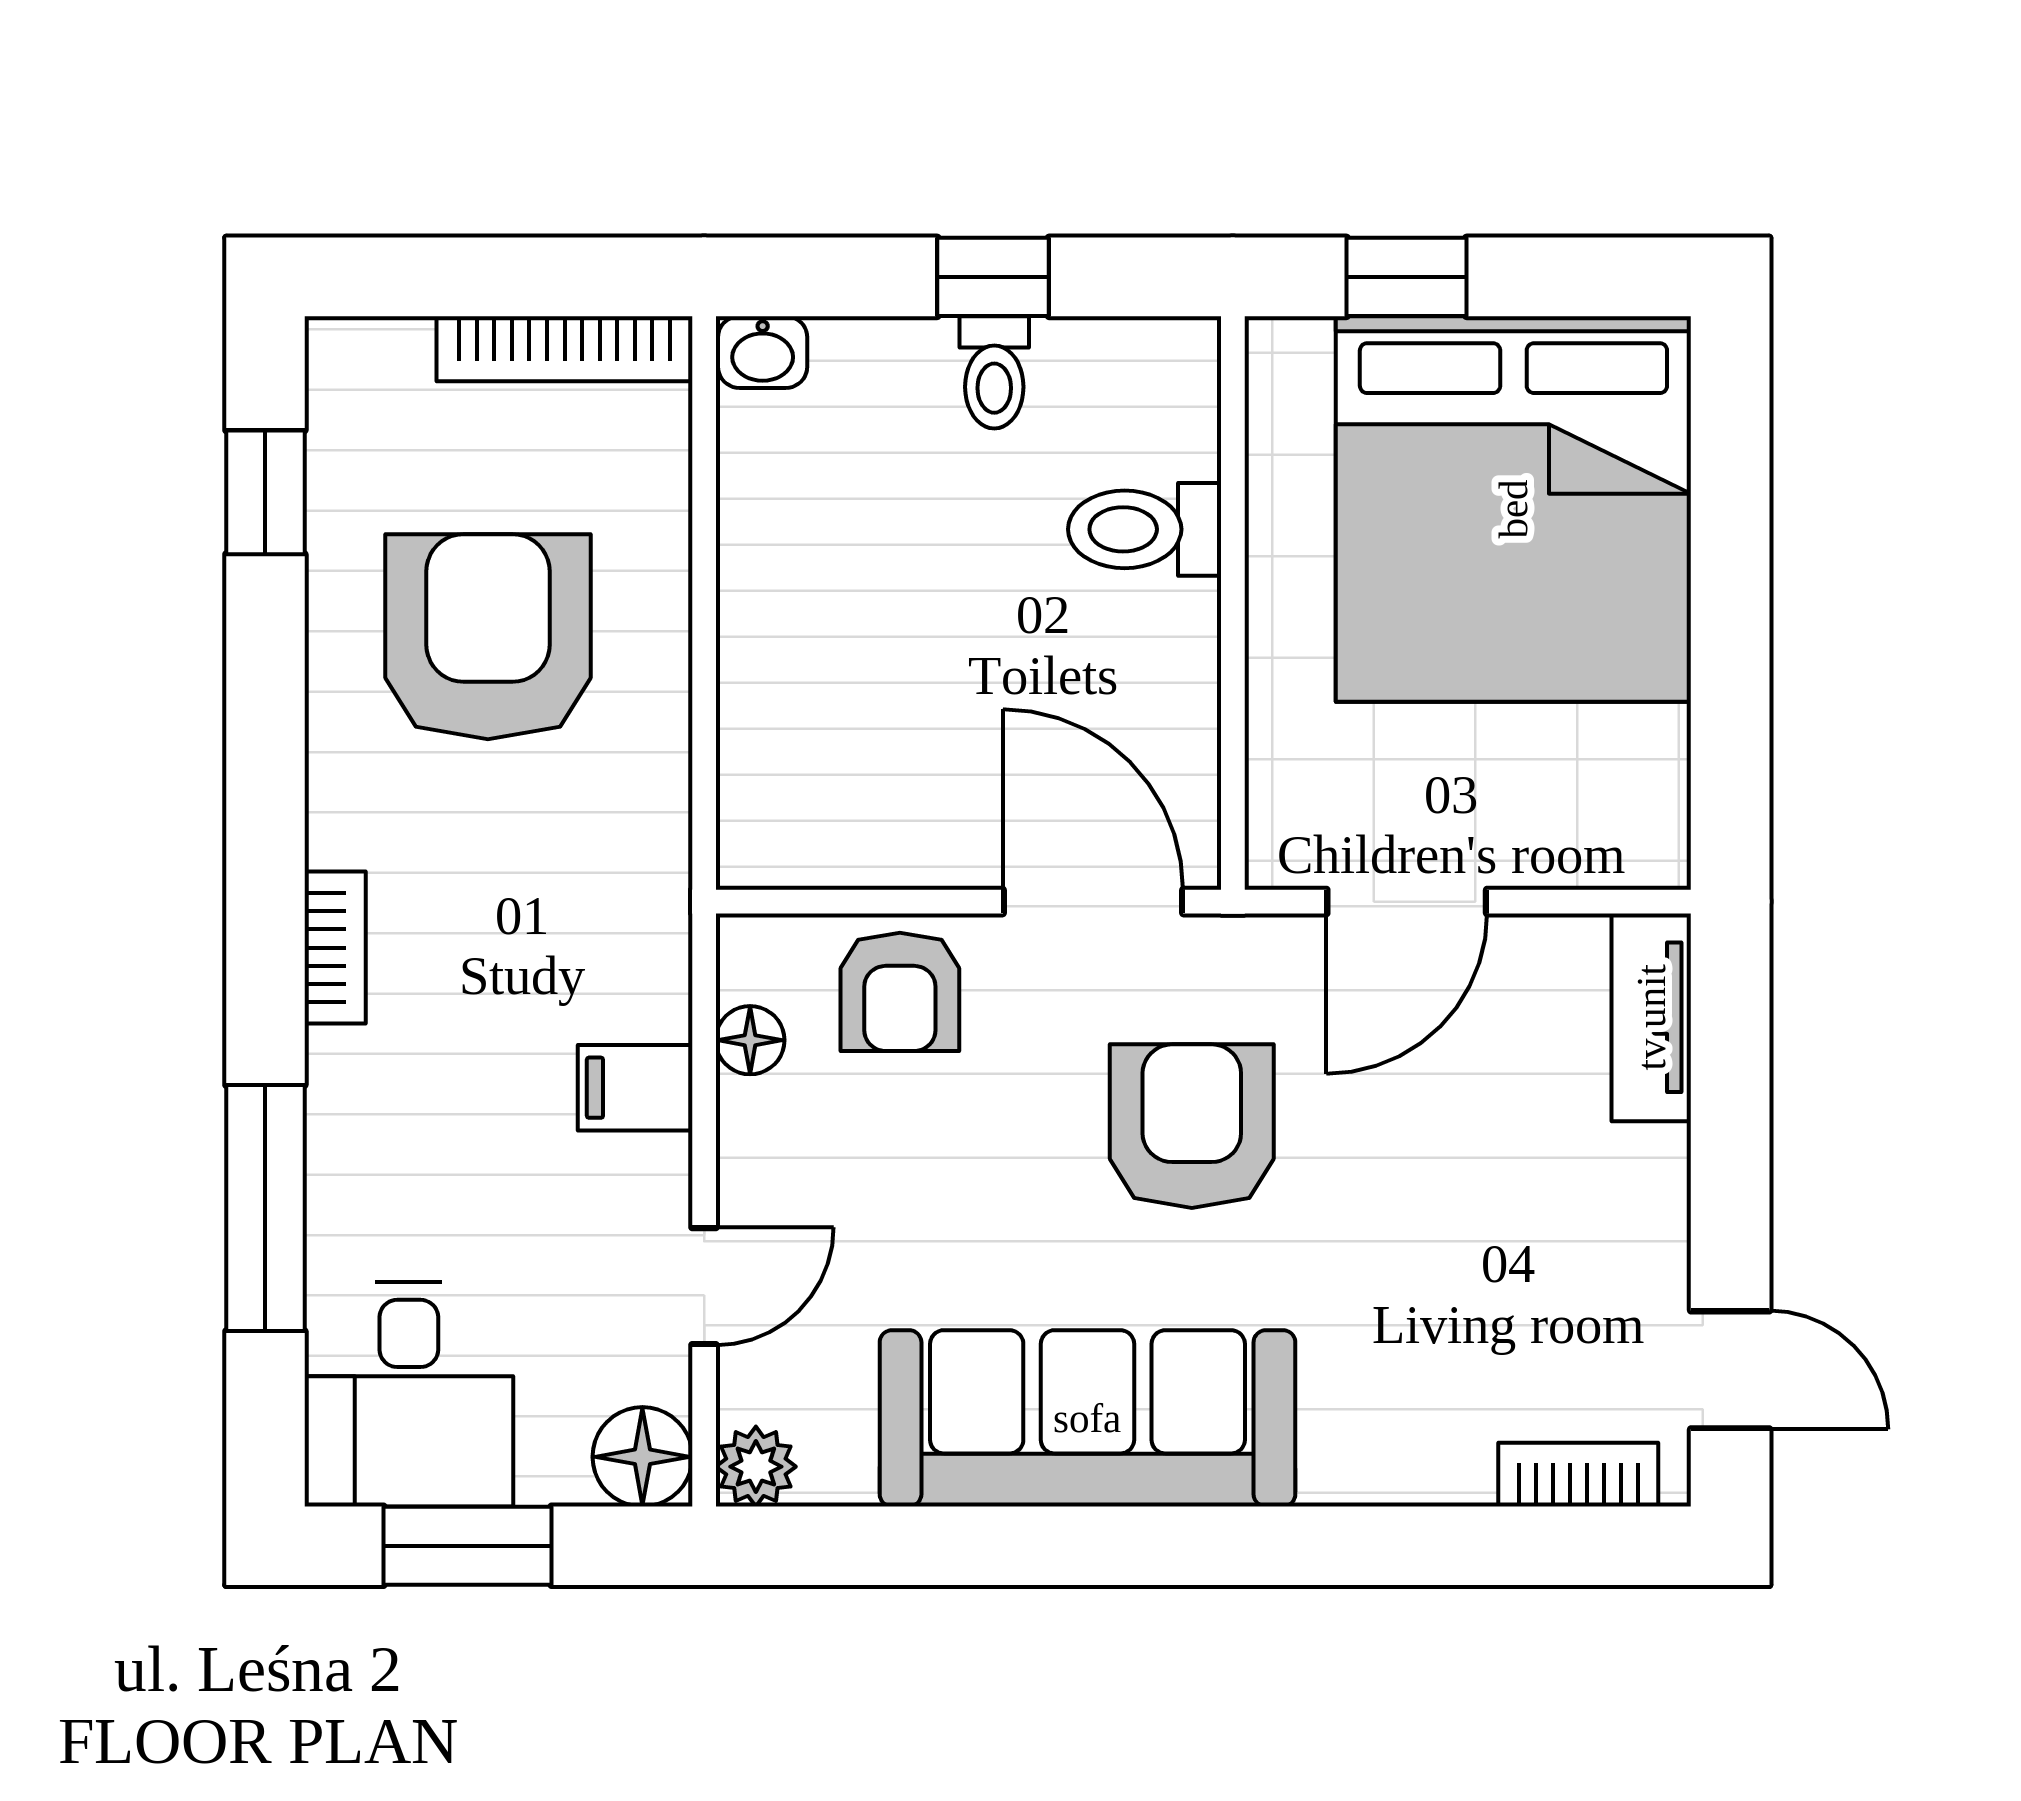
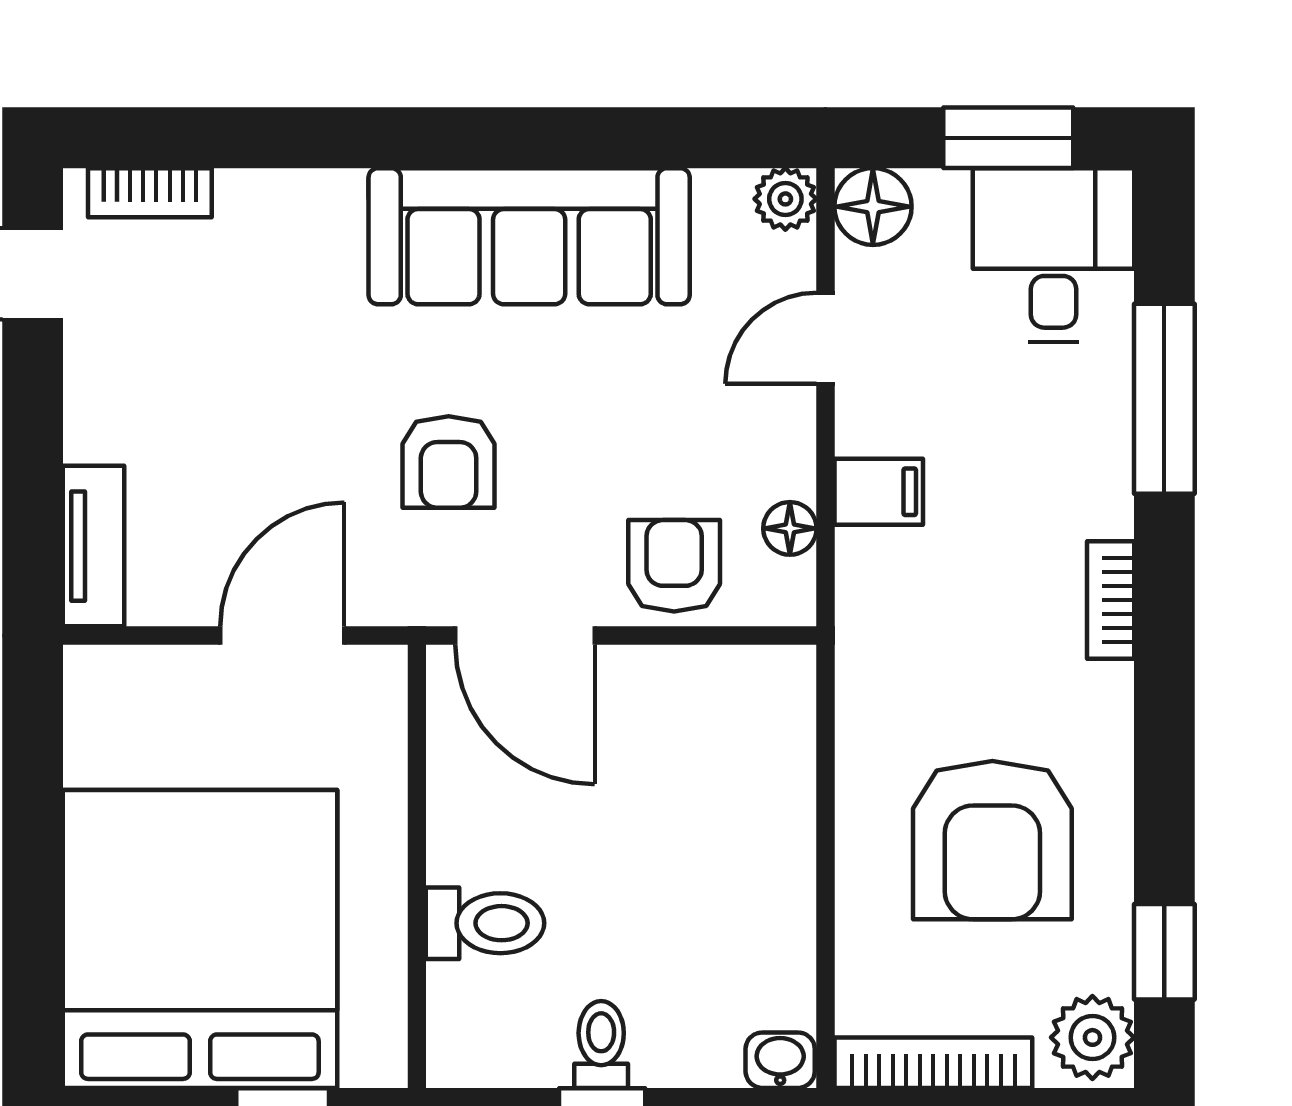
plant: (358, 381) -> (1092, 1037), added
armchair: (1192, 1126) -> (449, 462), width x0.72, depth x0.72

